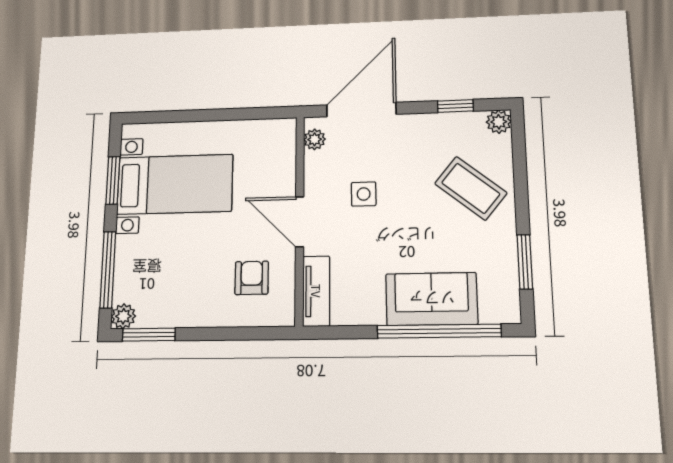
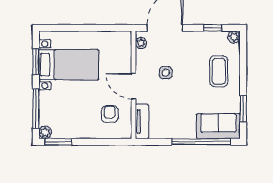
coffee table: (471, 188) -> (219, 71), turned 51
sofa: (432, 299) -> (218, 126), moved

